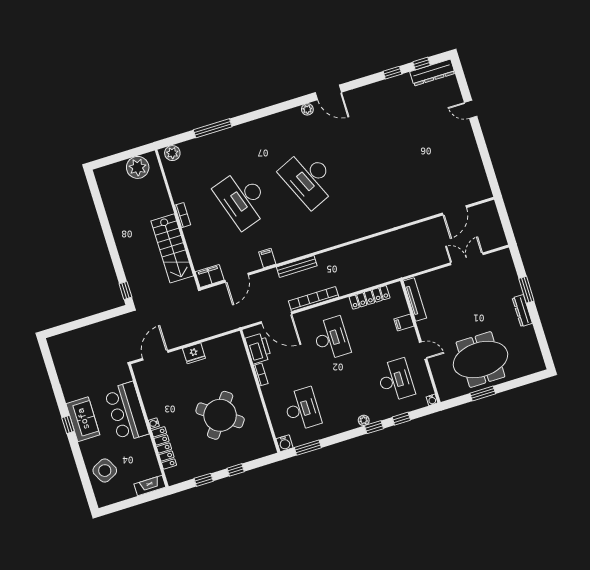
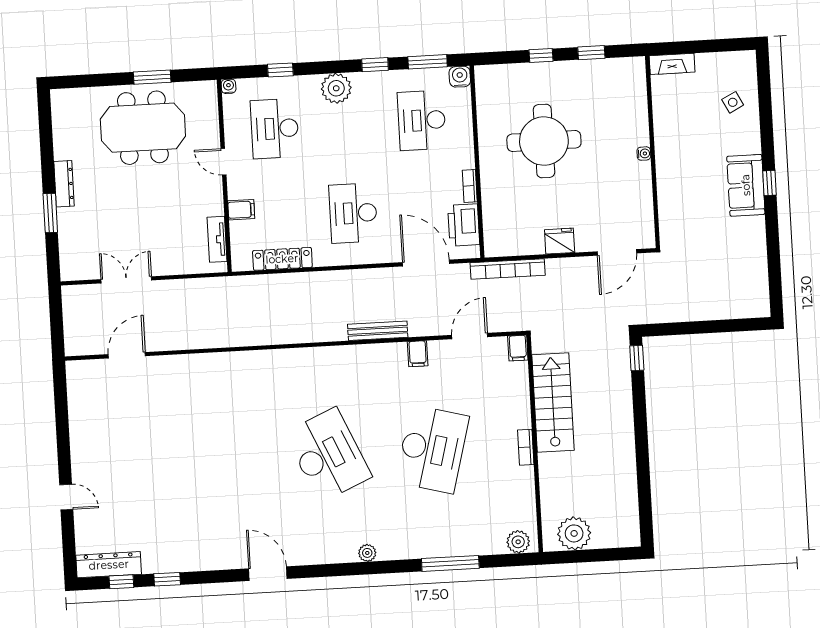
plant: (307, 109) -> (367, 553), moved
desk: (243, 199) -> (432, 449), turned 33
double door: (467, 259) -> (126, 280), swing flipped
filing cabinet: (210, 276) -> (518, 348), width x0.50
bookcase: (314, 299) -> (508, 269), moved
tv unit: (415, 299) -> (217, 239), width x0.71
bar counter: (127, 412) -> (679, 180), removed
round table: (220, 415) -> (544, 141), turned -36
plant: (364, 420) -> (336, 88), width x1.87, depth x1.87
window: (374, 427) -> (375, 65), moved
locker: (164, 448) -> (638, 114), removed
side table: (105, 471) -> (733, 102), width x0.54, depth x0.54

